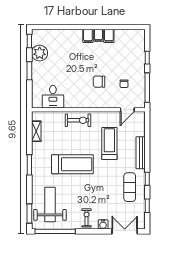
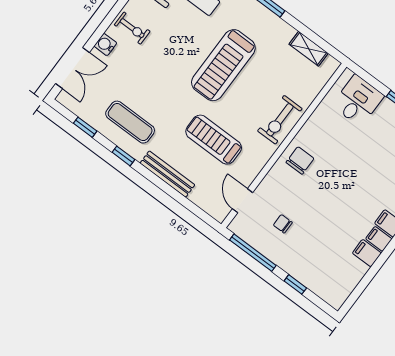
chair: (99, 82) -> (300, 160), moved
desk: (53, 97) -> (358, 101), moved, turned 90
treadmill: (109, 143) -> (214, 140), turned 180

